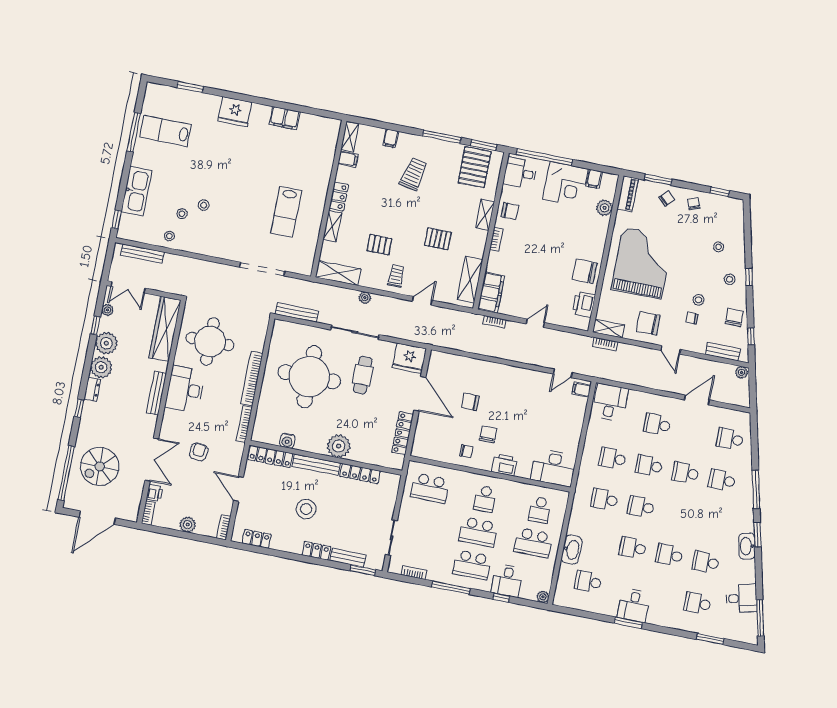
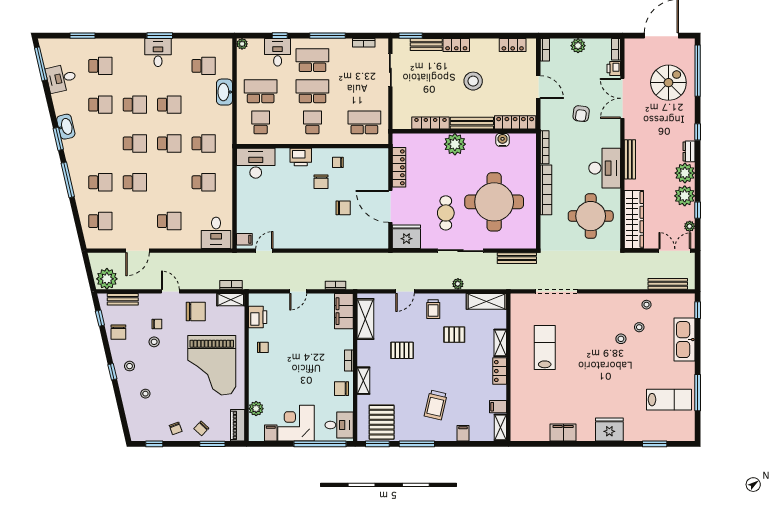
chair: (584, 271) -> (263, 347), width x0.54, depth x0.54
plant: (741, 372) -> (107, 279), width x1.88, depth x1.88
school desk: (649, 466) -> (135, 143), moved

